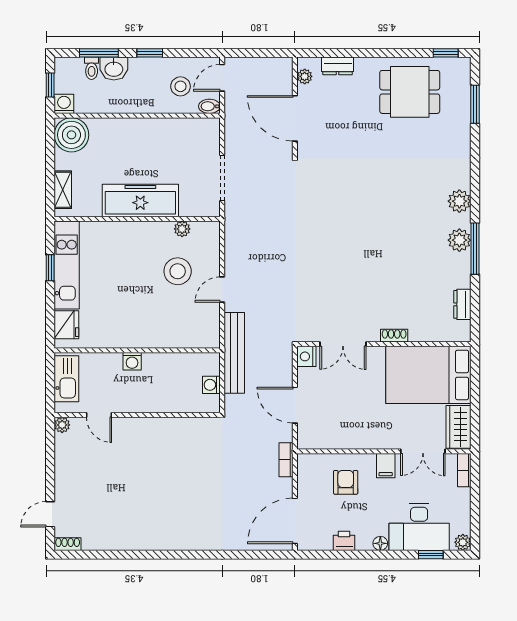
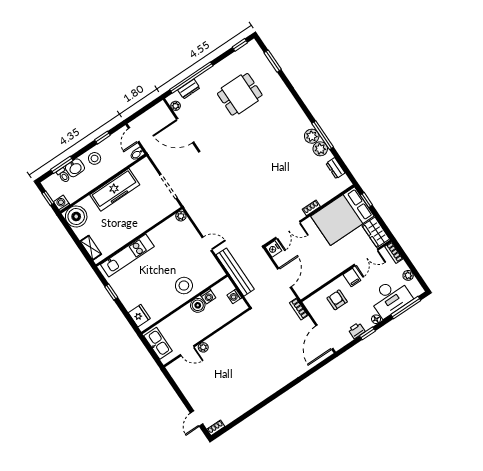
window: (150, 53) -> (102, 138), moved
window: (351, 53) -> (191, 78), added
stool: (180, 86) -> (95, 158), moved
dining table: (410, 92) -> (240, 94), moved
freezer: (140, 200) -> (115, 190), moved, turned 180
plant: (459, 201) -> (320, 149), moved
plant: (182, 229) -> (181, 216), moved
kitchen unit: (67, 265) -> (127, 255), moved, turned 90
stool: (178, 271) -> (184, 286), moved
door: (222, 290) -> (207, 244), swing flipped
washing machine: (132, 361) -> (208, 296), moved
boiler: (154, 364) -> (198, 305), added
window: (475, 375) -> (366, 200), added
door: (295, 405) -> (284, 278), swing flipped
plant: (62, 425) -> (203, 347), moved
plant: (463, 542) -> (408, 275), moved
window: (356, 555) -> (367, 333), added
window: (431, 555) -> (406, 308), width x2.17

